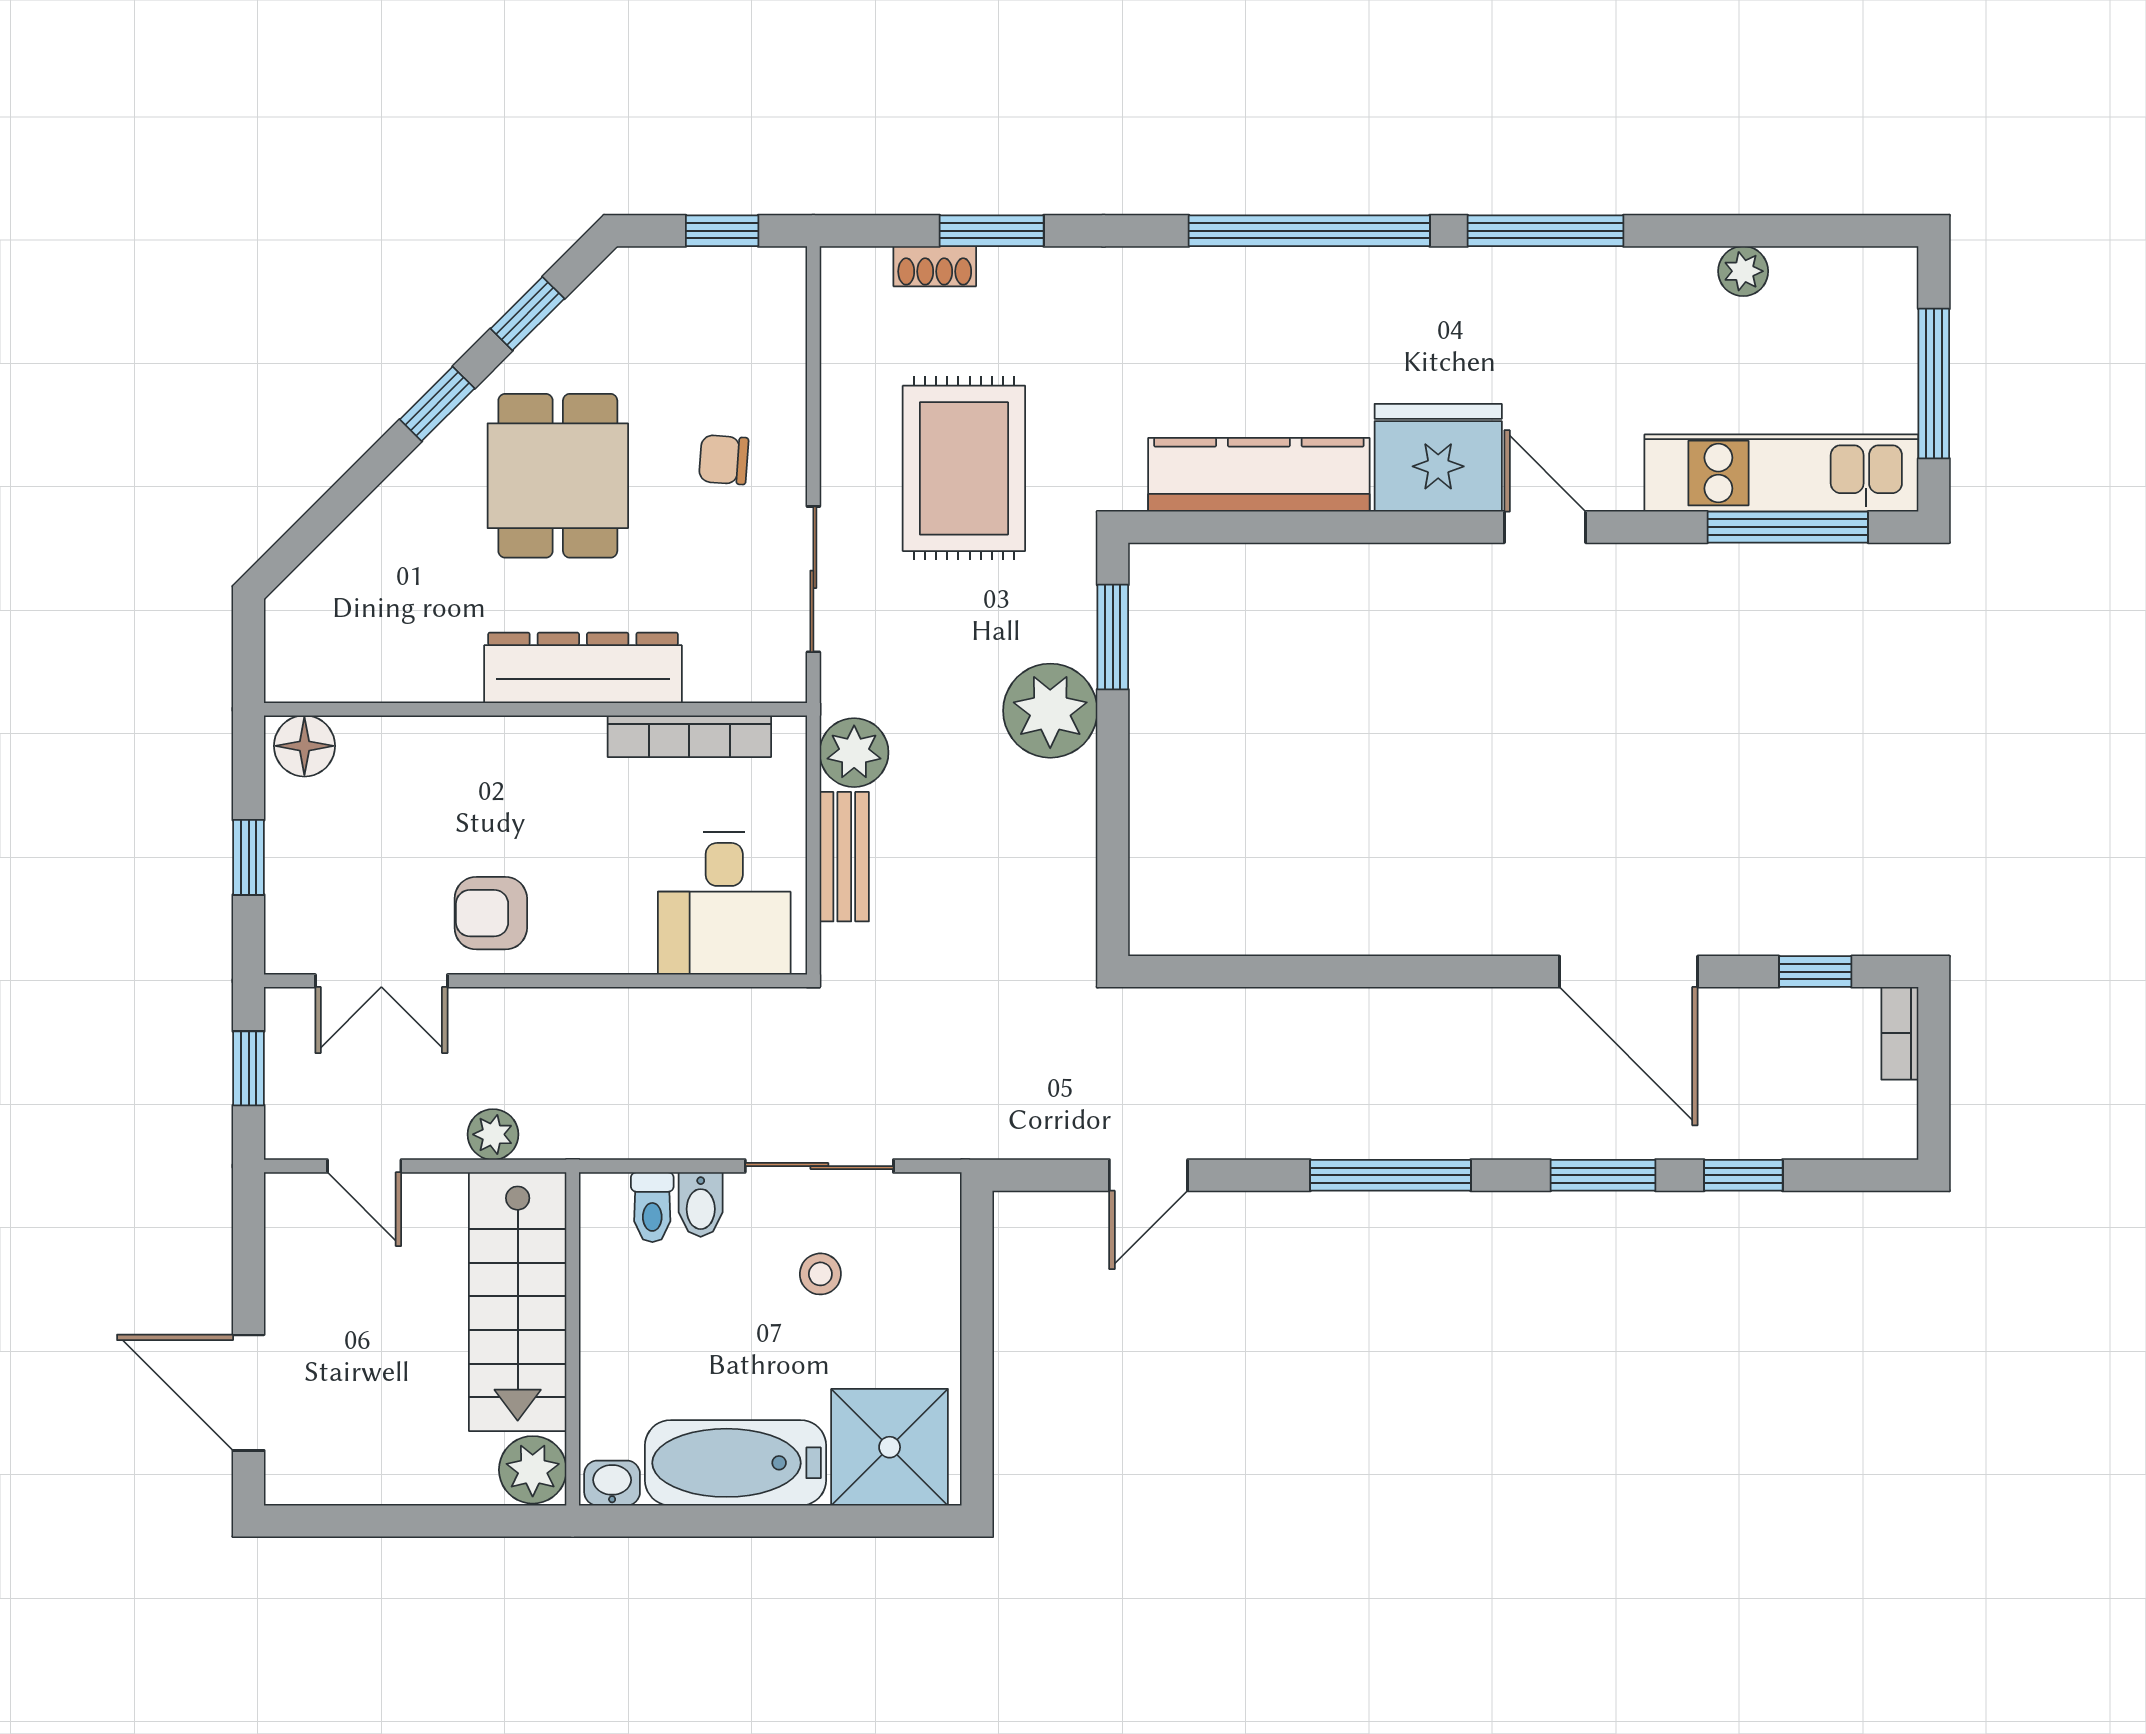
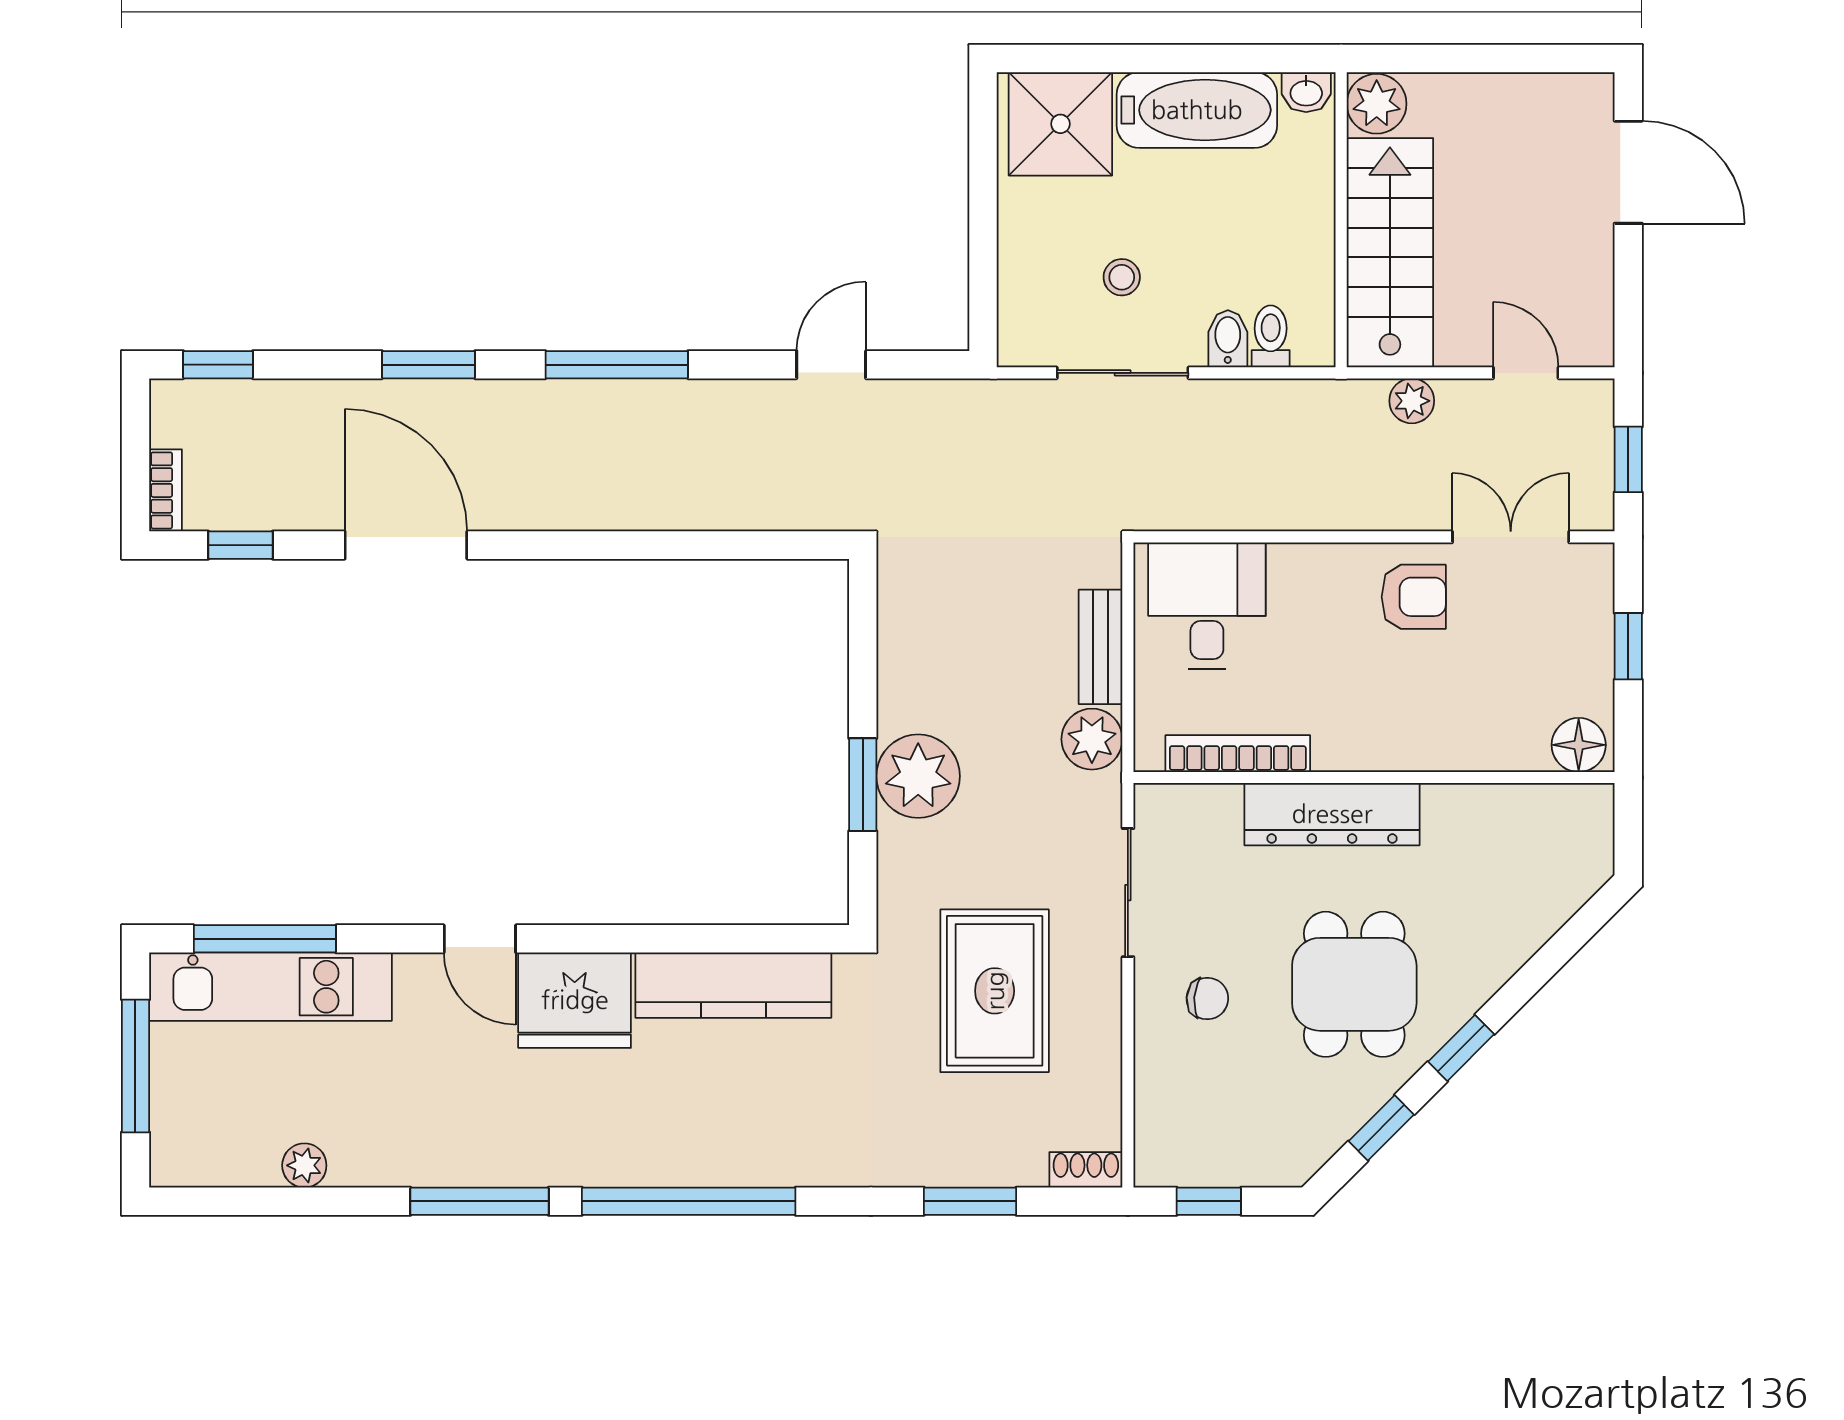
shoe rack: (935, 266) -> (1086, 1170), moved
window: (1113, 637) -> (863, 785), moved
window: (1743, 1175) -> (218, 365), moved

